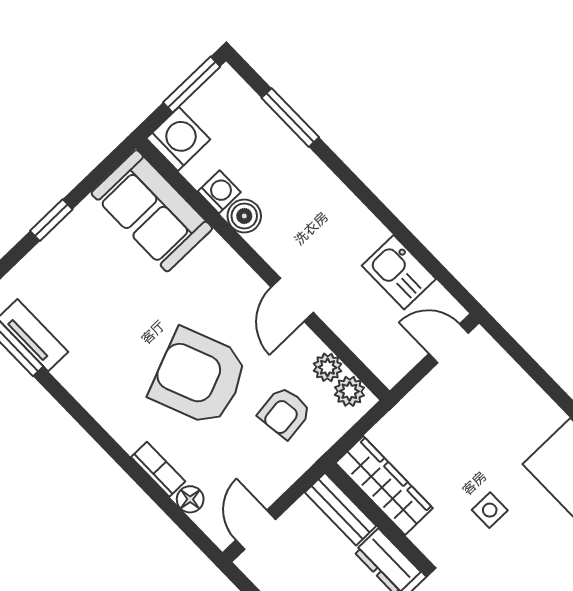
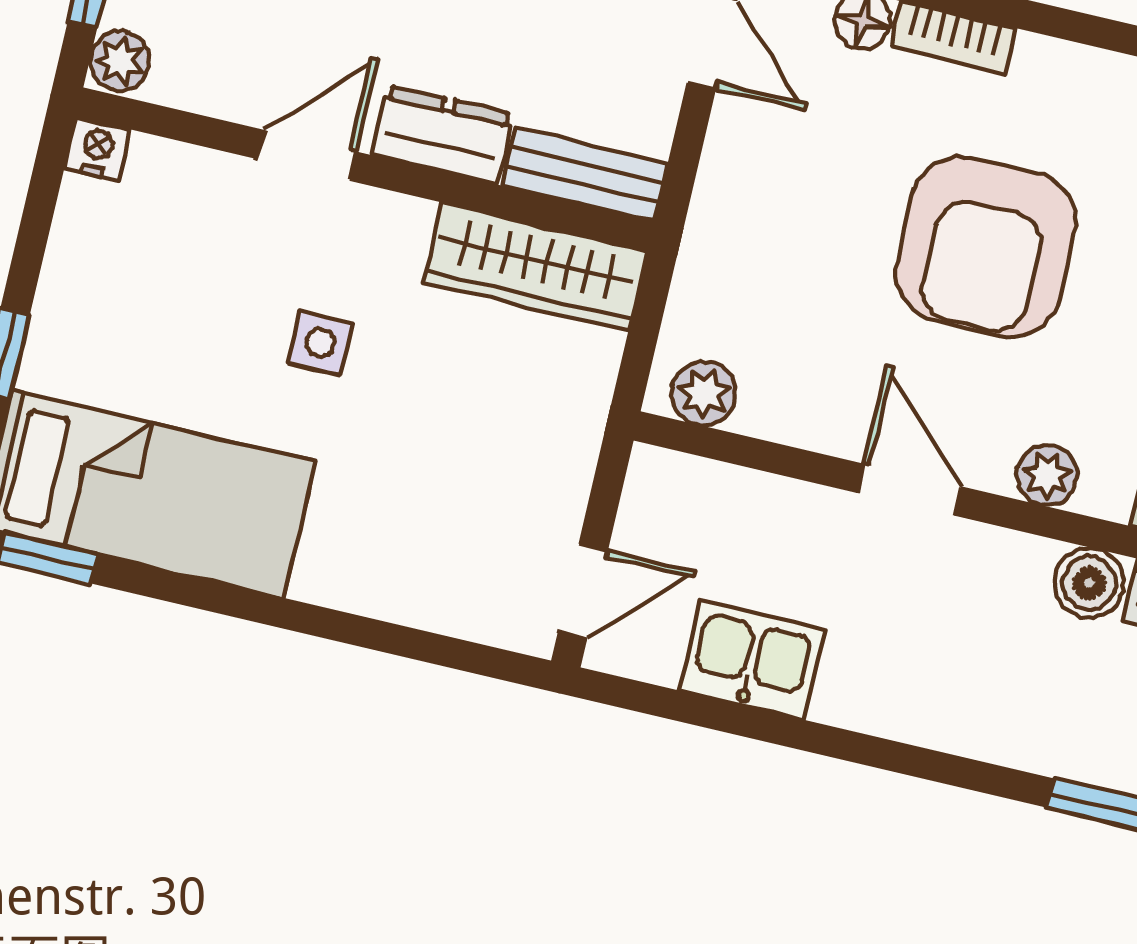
plant: (328, 367) -> (1047, 476), moved
armchair: (199, 377) -> (986, 247), turned 112
armchair: (285, 413) -> (794, 282), removed

